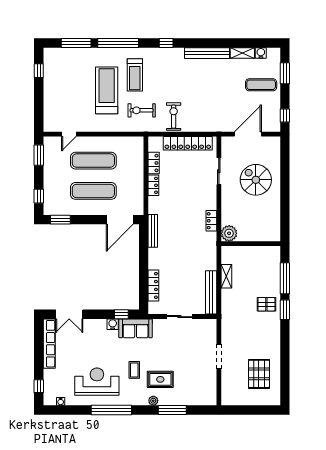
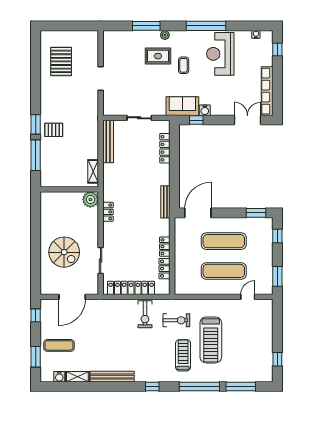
shelving: (226, 276) -> (93, 171), moved
reception desk: (97, 382) -> (220, 54), turned 90

